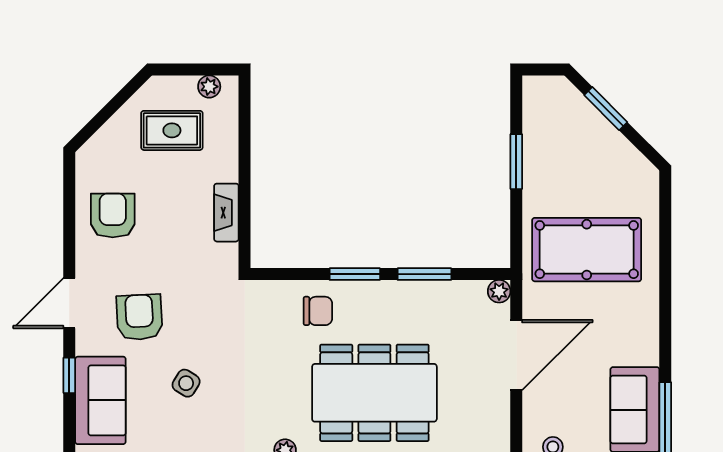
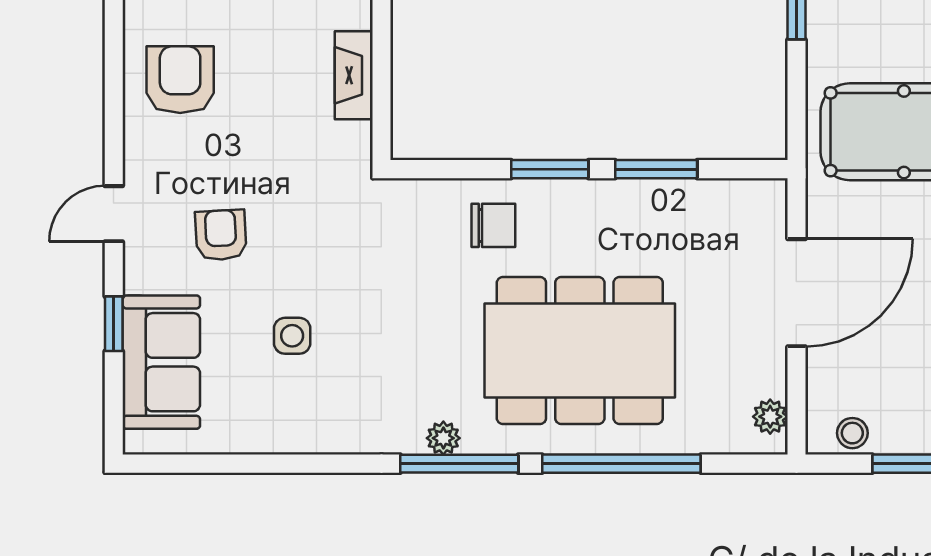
plant: (499, 291) -> (770, 417), moved
door: (69, 303) -> (114, 214), width x0.73
armchair: (139, 317) -> (221, 235), width x0.72, depth x0.72
side table: (186, 383) -> (292, 336), turned -32

